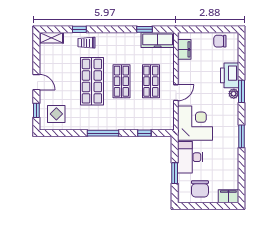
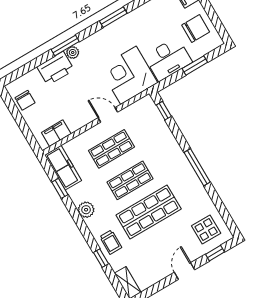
plant: (119, 39) -> (86, 210), added
window: (144, 133) -> (164, 111), moved

